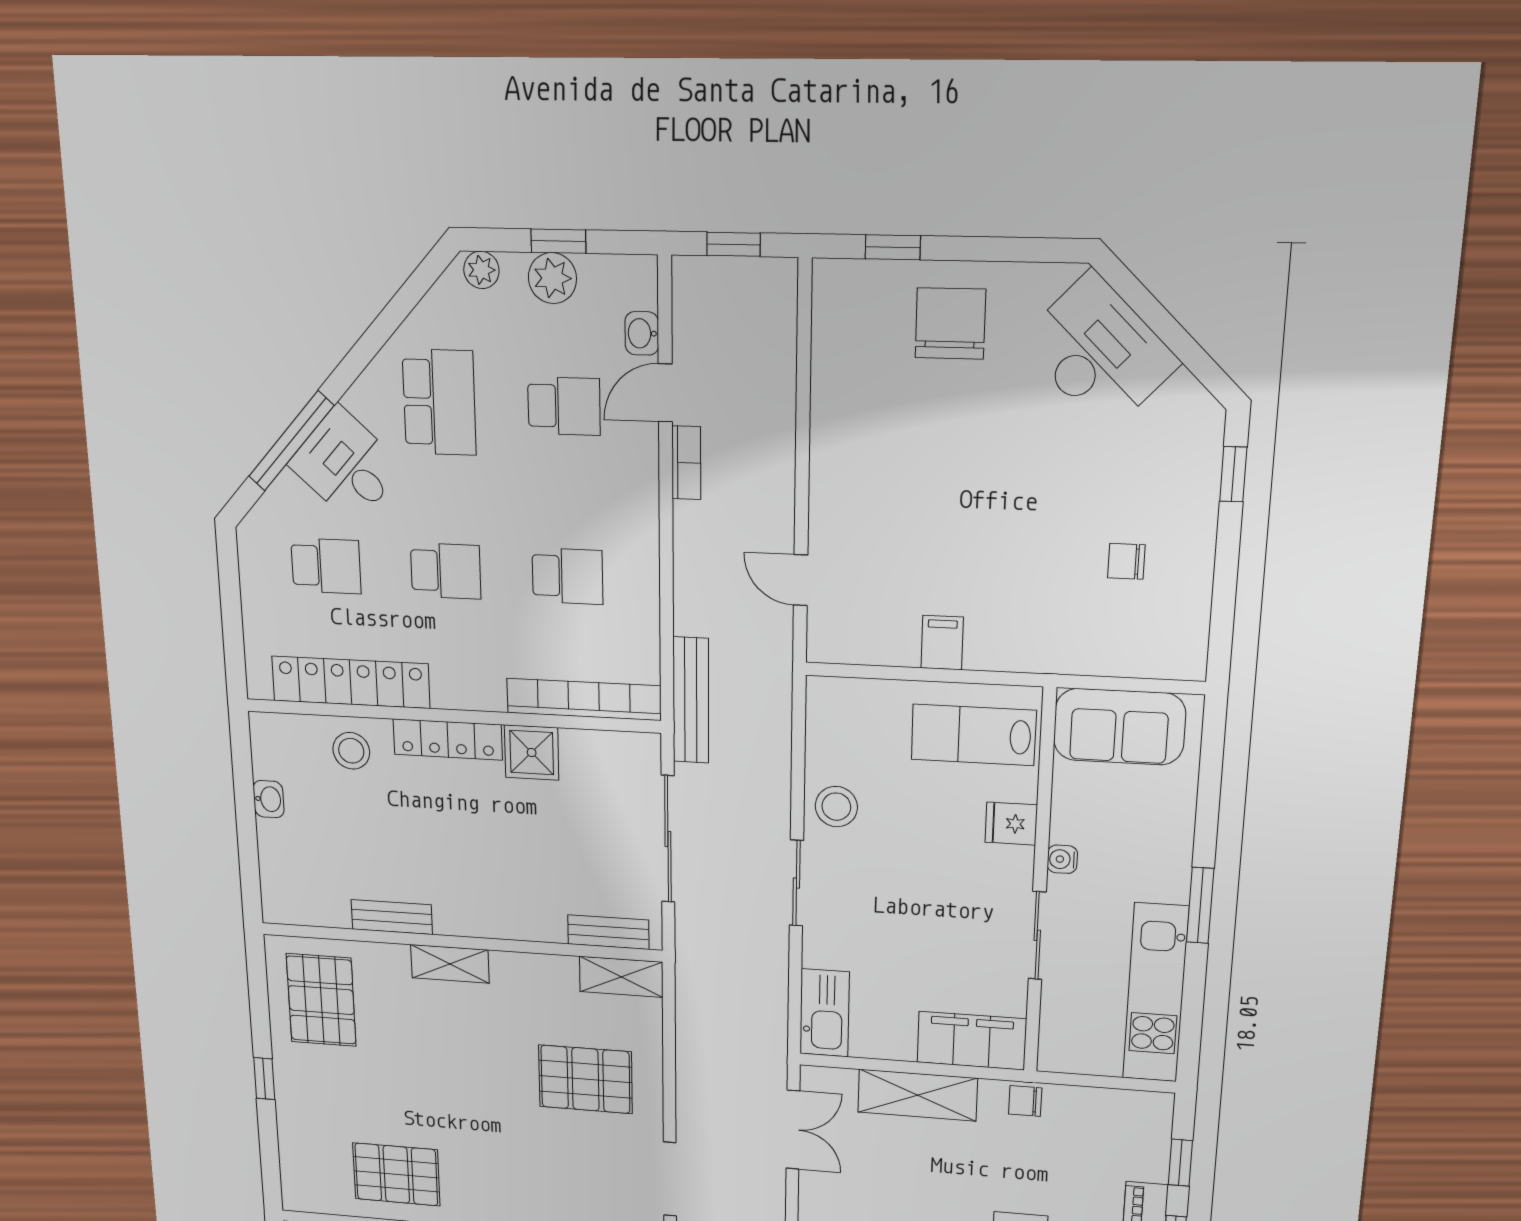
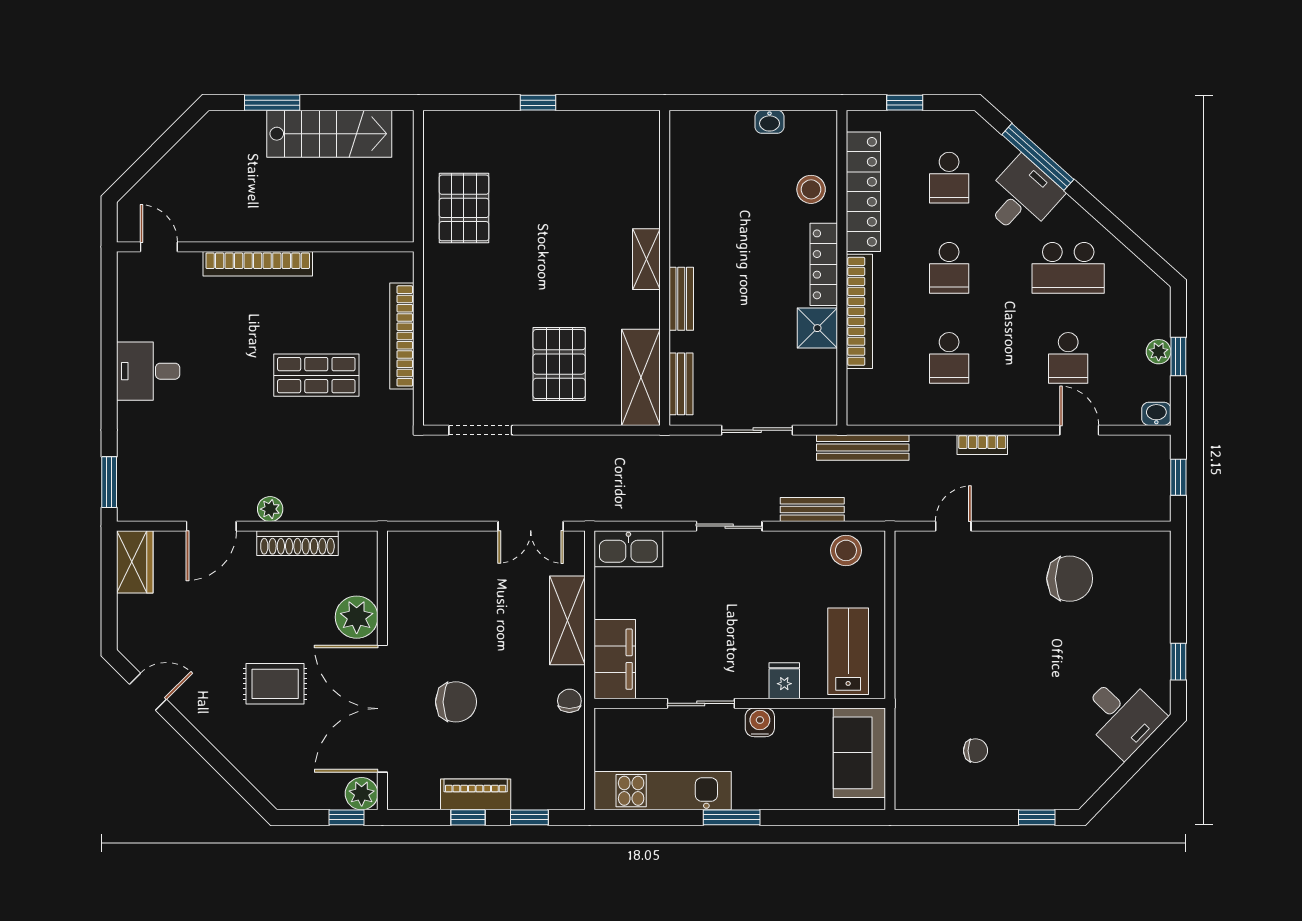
window: (893, 247) -> (1178, 662), moved
plant: (481, 270) -> (1158, 302), removed
plant: (552, 278) -> (1159, 352), width x0.73, depth x0.73
chair: (950, 324) -> (1070, 579), moved
washbasin: (642, 333) -> (1156, 414), moved
desk: (1099, 352) -> (1122, 716), width x0.73
bookcase: (686, 463) -> (982, 445), moved
chair: (1126, 561) -> (976, 751), turned 90
window: (232, 622) -> (905, 103), added
filing cabinet: (942, 643) -> (913, 627), removed
bookcase: (584, 699) -> (859, 311), moved
bench: (775, 773) -> (812, 509), added
stool: (836, 807) -> (846, 550), moved
sliding door: (668, 839) -> (757, 430), width x0.73
water cooler: (1062, 859) -> (760, 722), width x1.38, depth x1.38
bench: (392, 917) -> (681, 299), moved
shelving: (621, 977) -> (641, 377), width x1.50, depth x1.33
pallet: (321, 1000) -> (609, 154), removed

